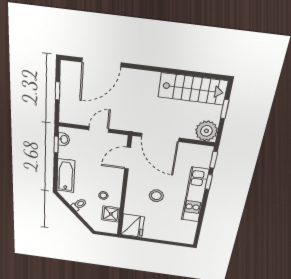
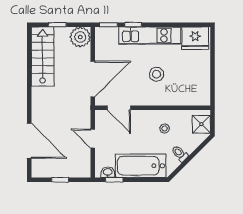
bathtub: (66, 176) -> (141, 166), width x1.36, depth x1.36
shower: (111, 214) -> (201, 124), moved
fridge: (133, 226) -> (195, 38), moved, turned 180

